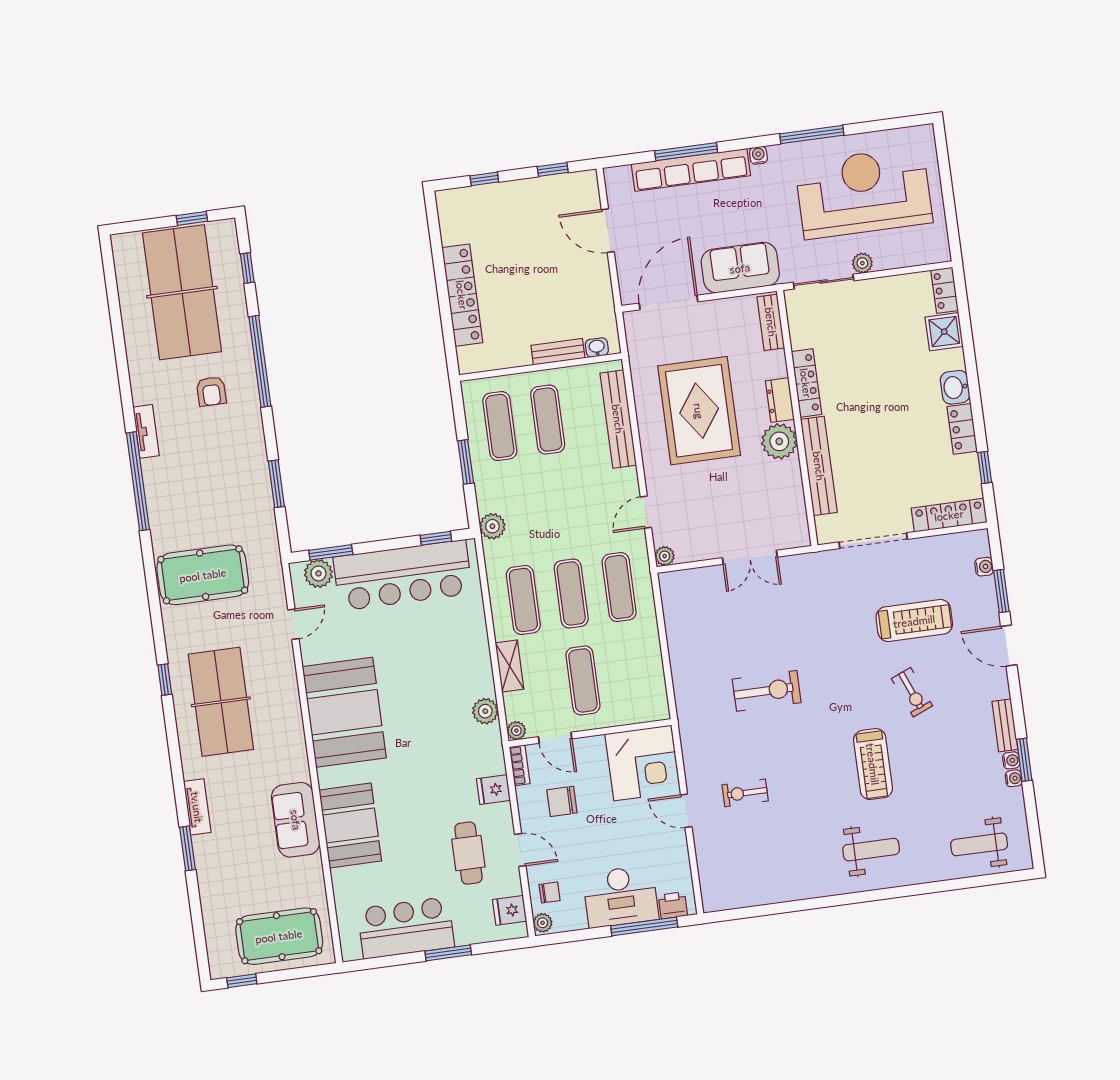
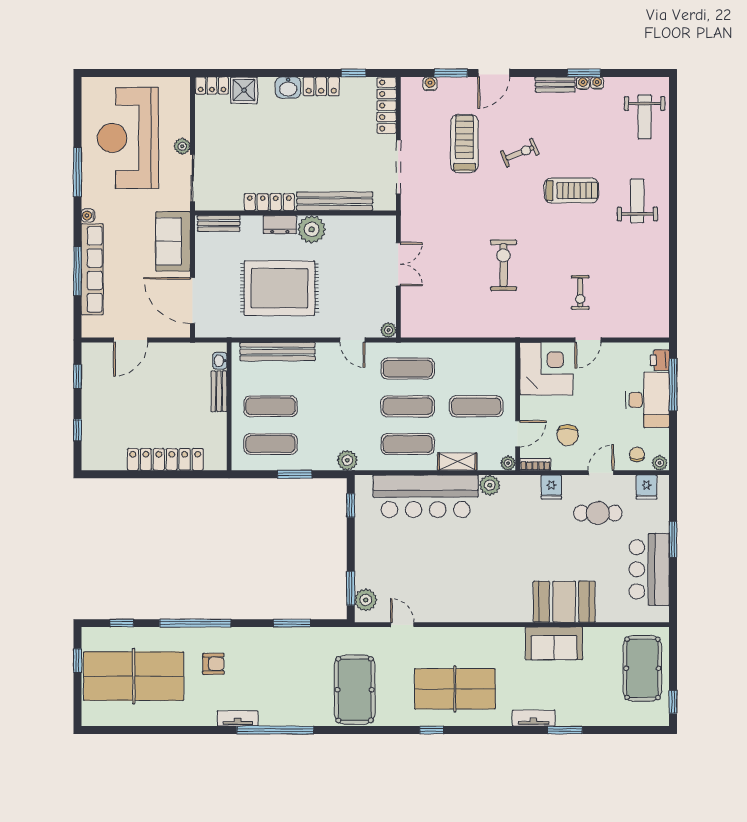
bar counter: (403, 575) -> (426, 496), moved, turned 90
booth: (344, 712) -> (476, 594), removed

